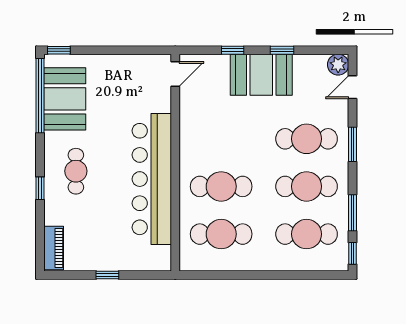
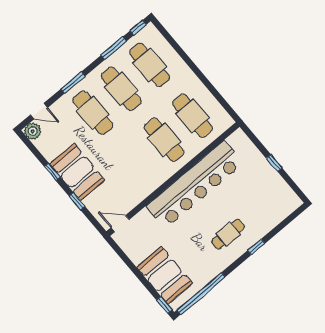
booth: (65, 99) -> (165, 275), moved, turned 90
piano: (54, 248) -> (285, 209), removed

